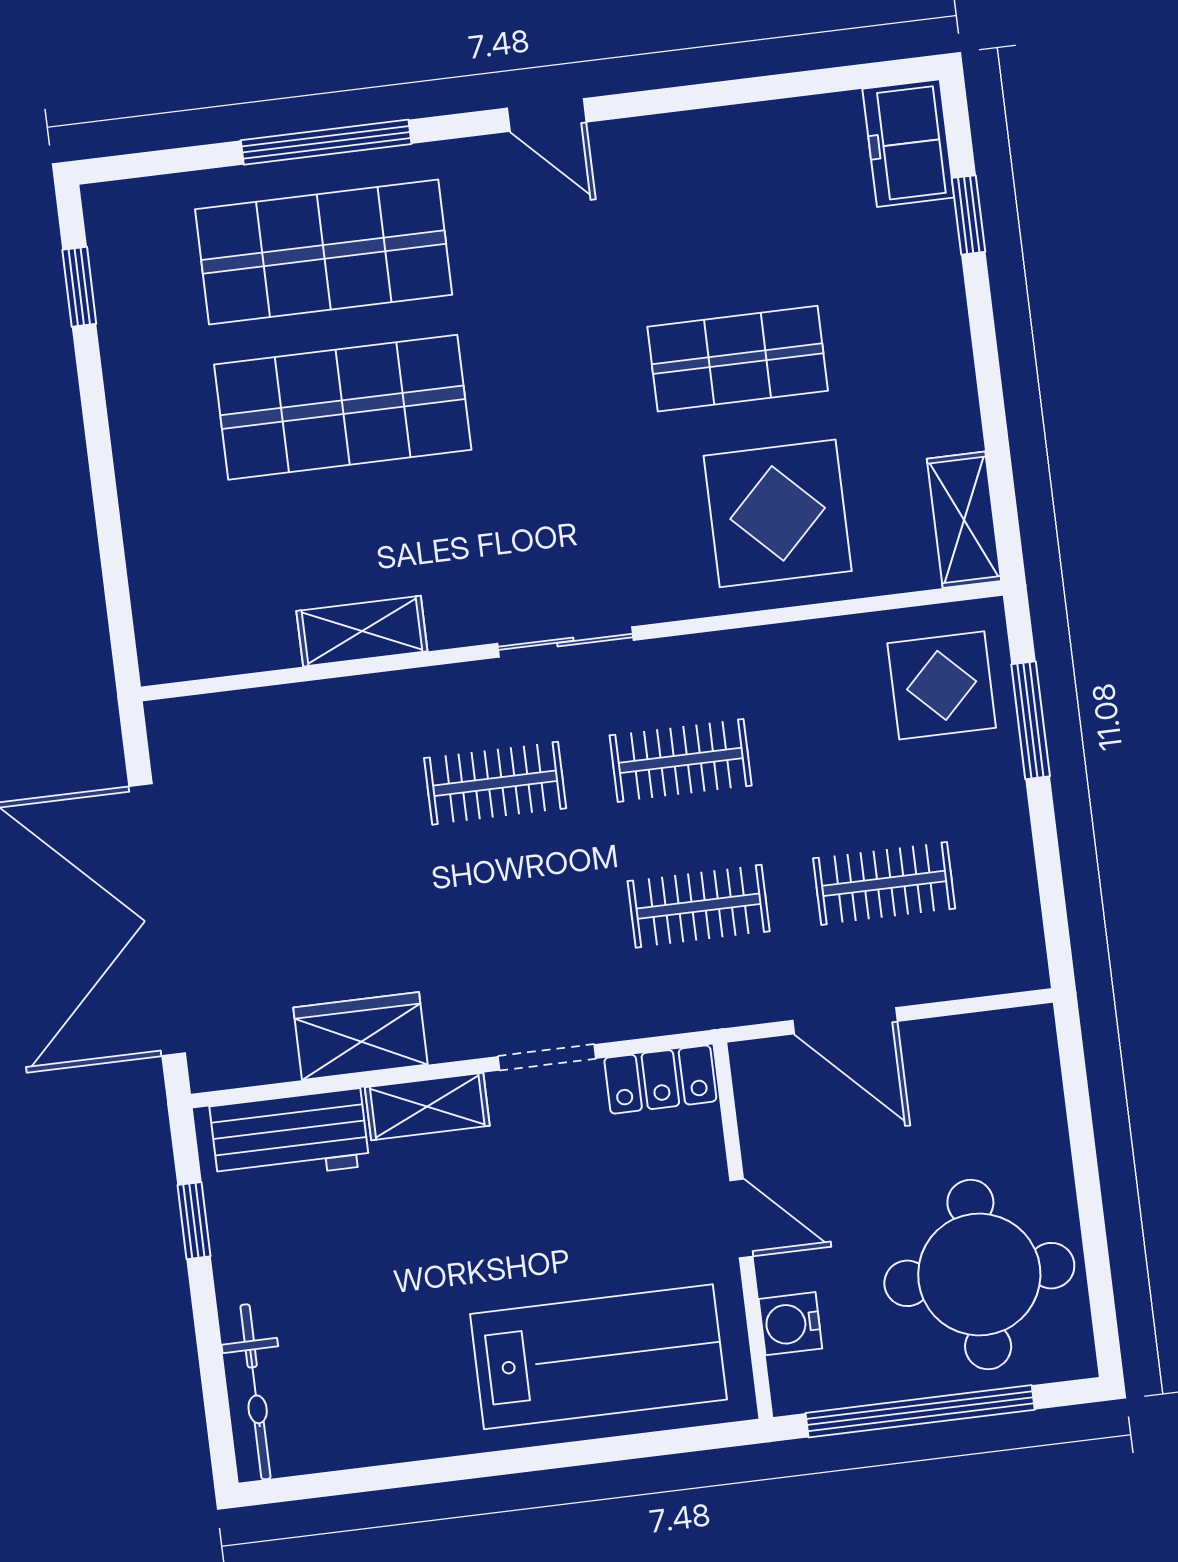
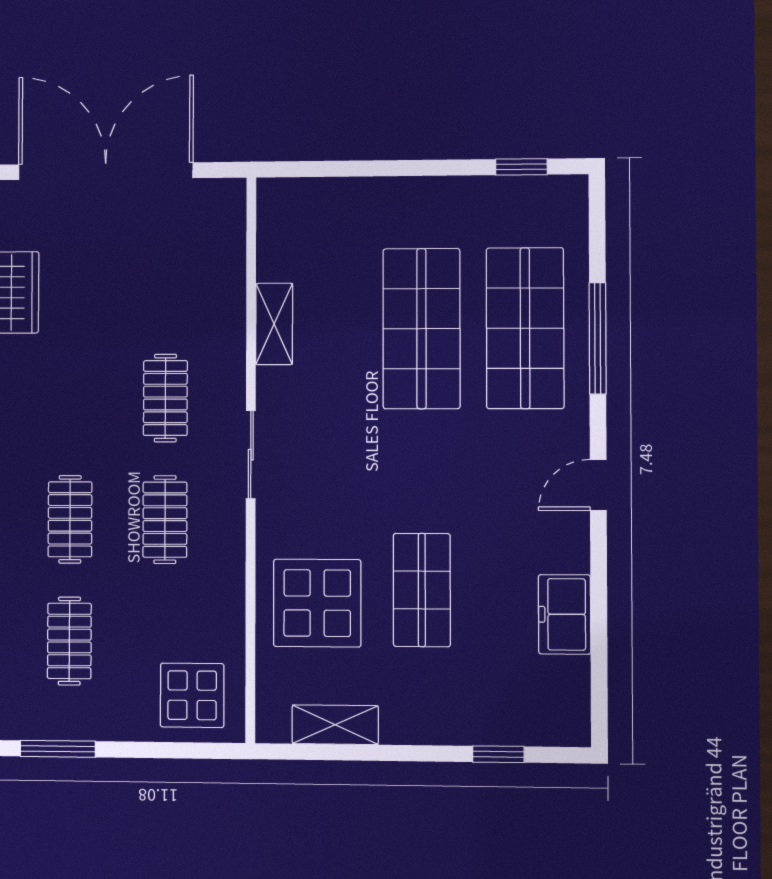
freezer: (908, 143) -> (565, 614), moved, turned -90
shelving: (964, 520) -> (335, 725), moved
window: (1031, 720) -> (58, 749), moved

